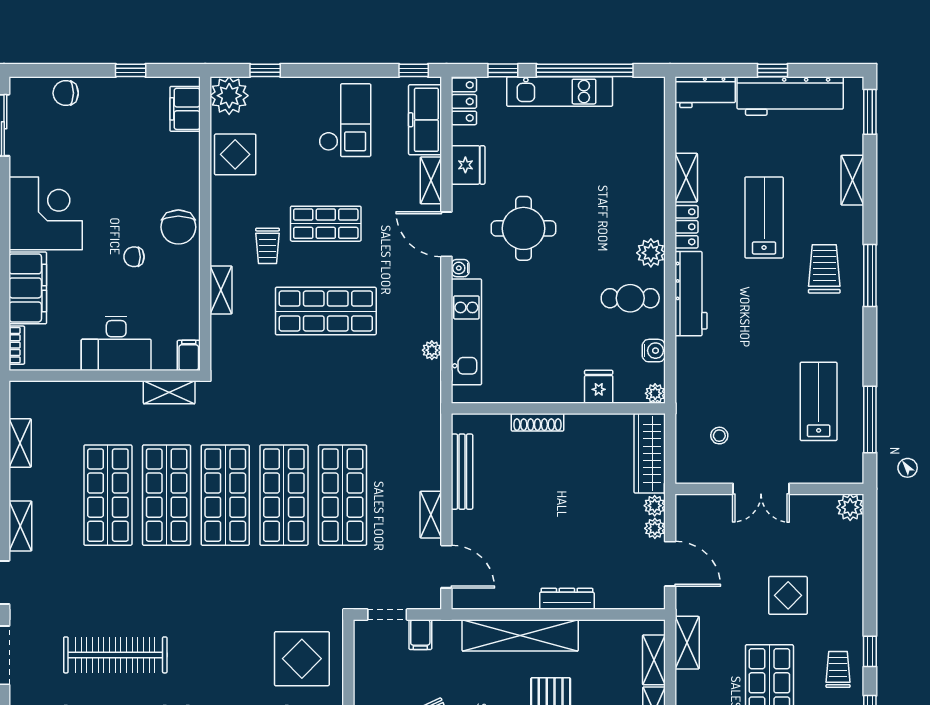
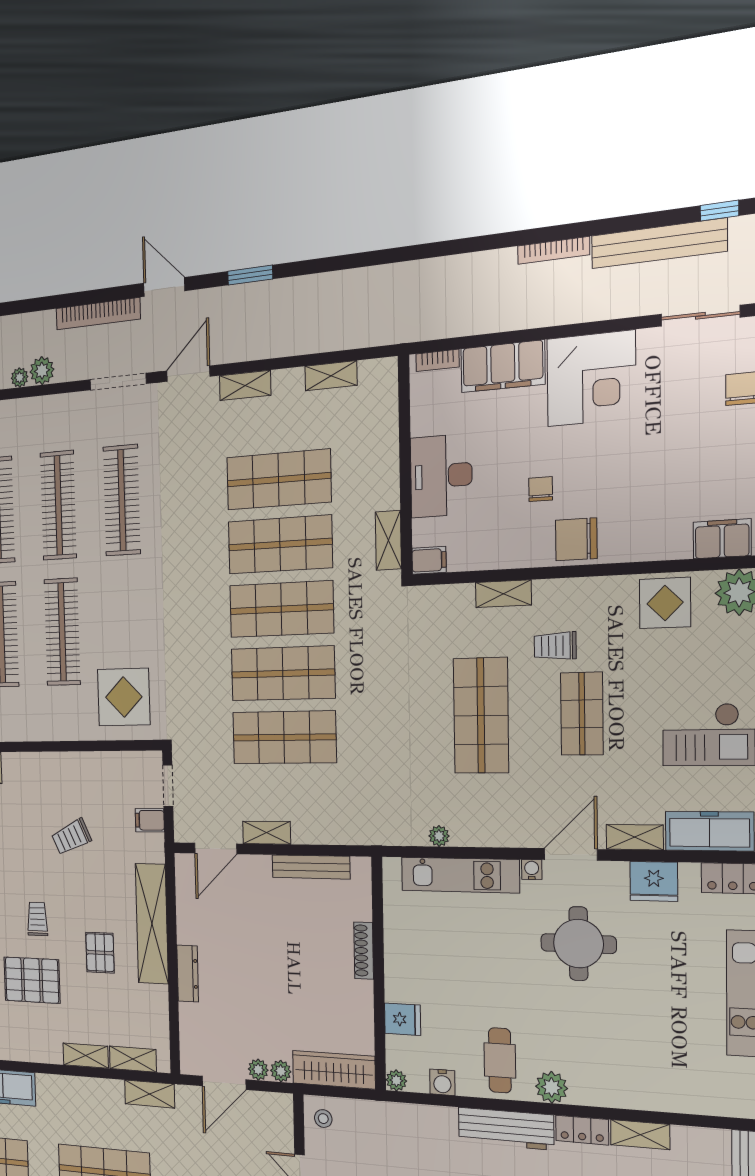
stool: (719, 436) -> (323, 1119), moved

